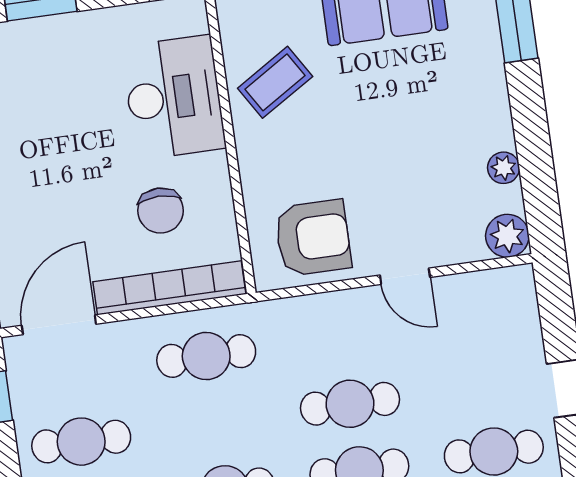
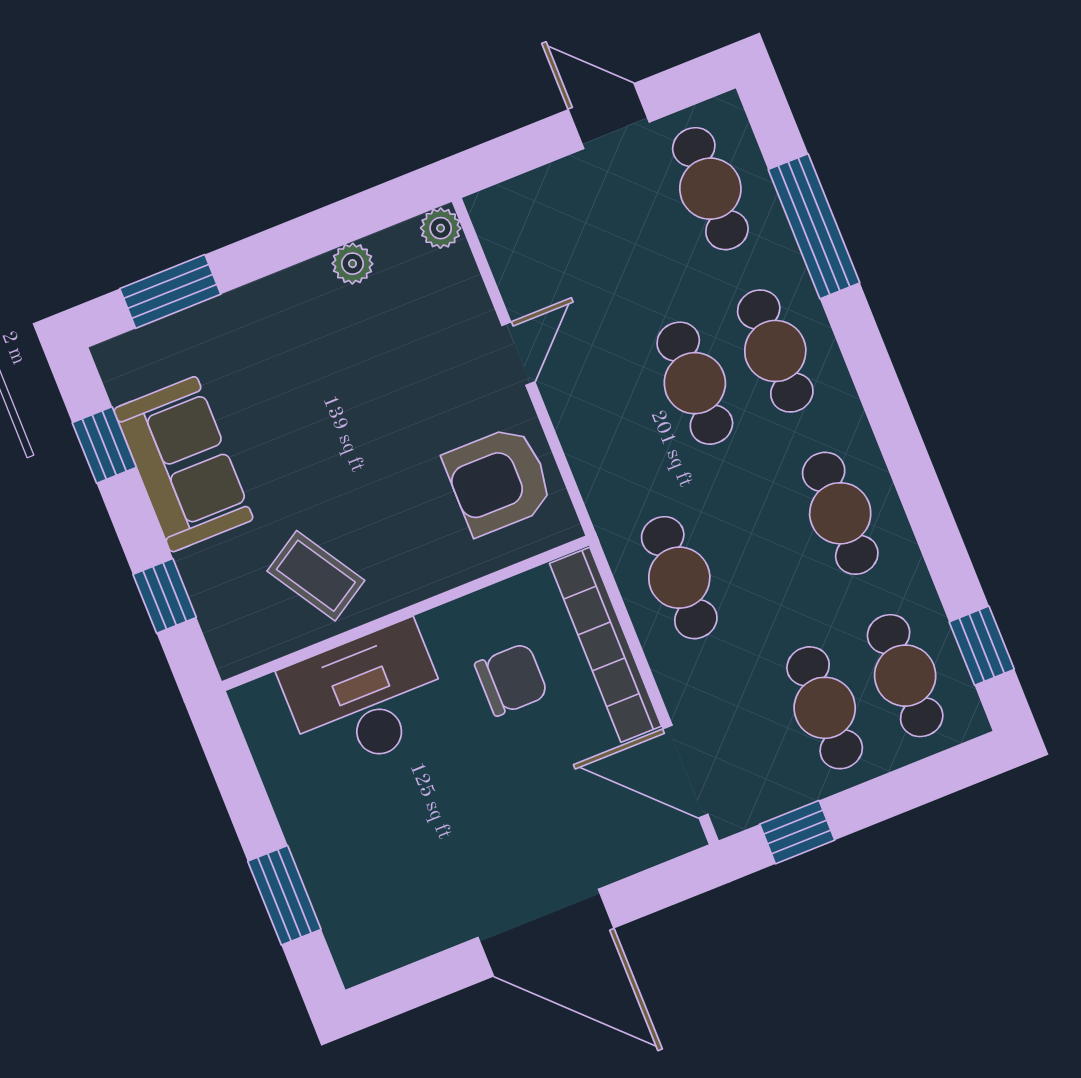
plant: (507, 236) -> (441, 228), width x0.73, depth x0.73
armchair: (313, 238) -> (499, 480), turned -90

